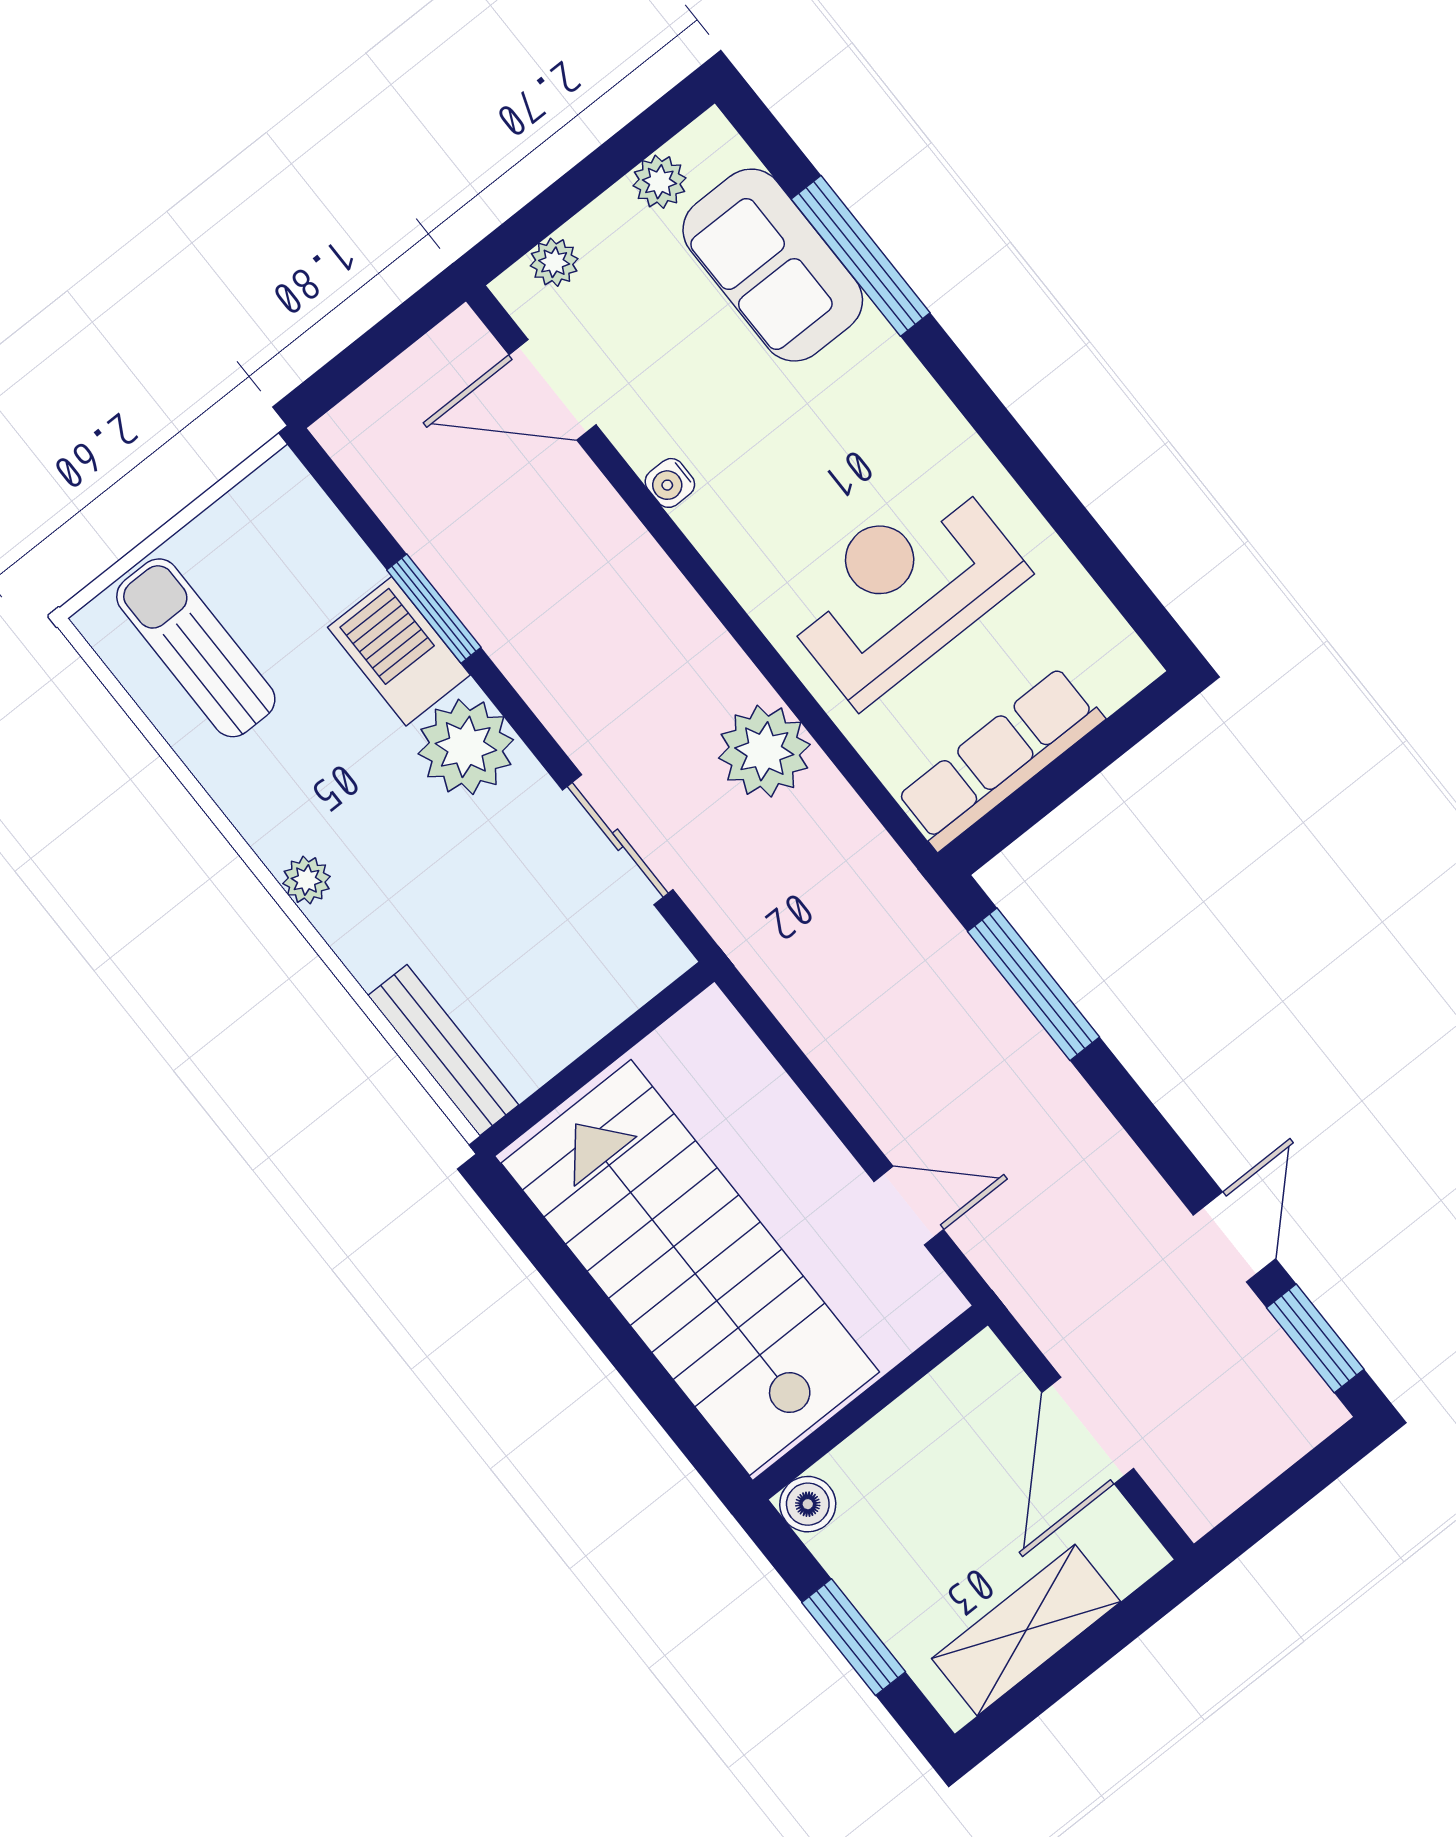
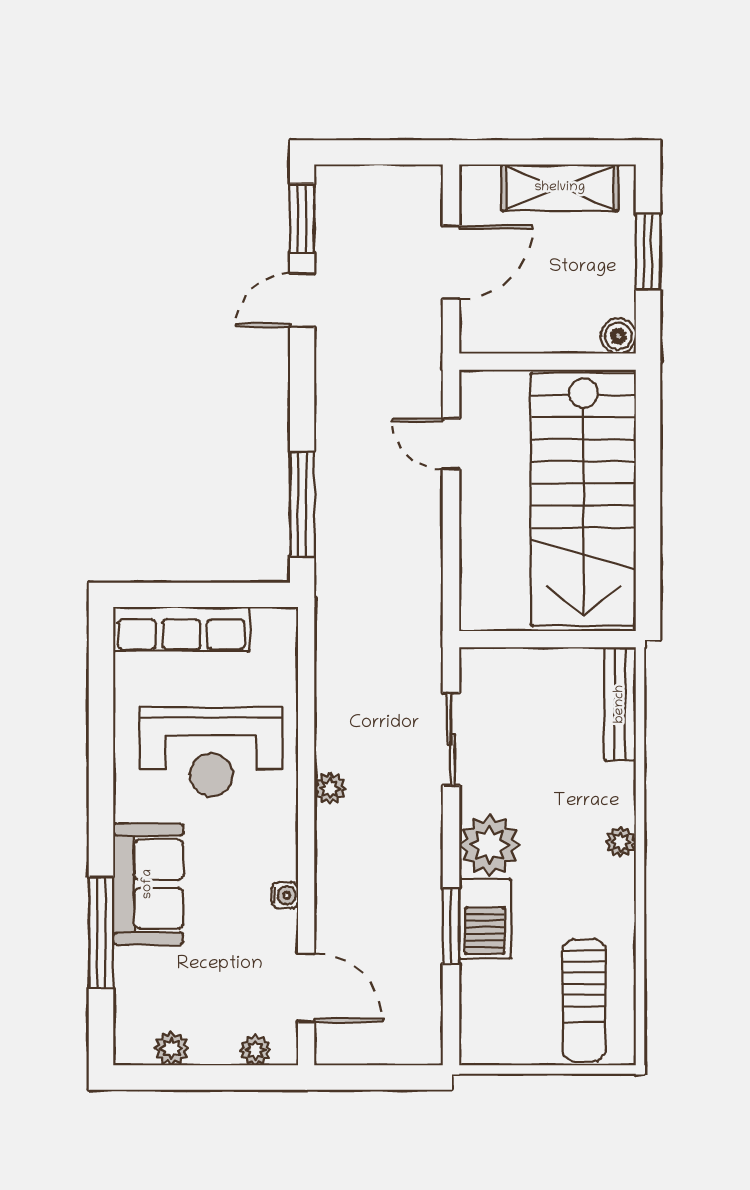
sofa: (773, 265) -> (148, 884), moved
plant: (764, 751) -> (330, 788), moved, width x0.53, depth x0.53
row of seats: (1000, 759) -> (181, 629), moved

